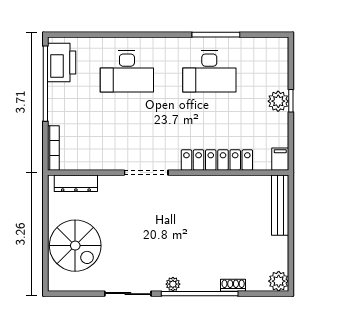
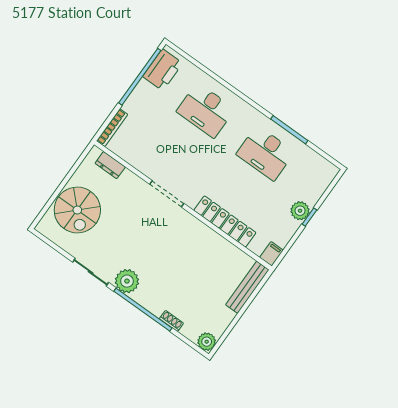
dresser: (76, 183) -> (110, 165), width x0.70
plant: (173, 284) -> (127, 281), width x1.87, depth x1.87

